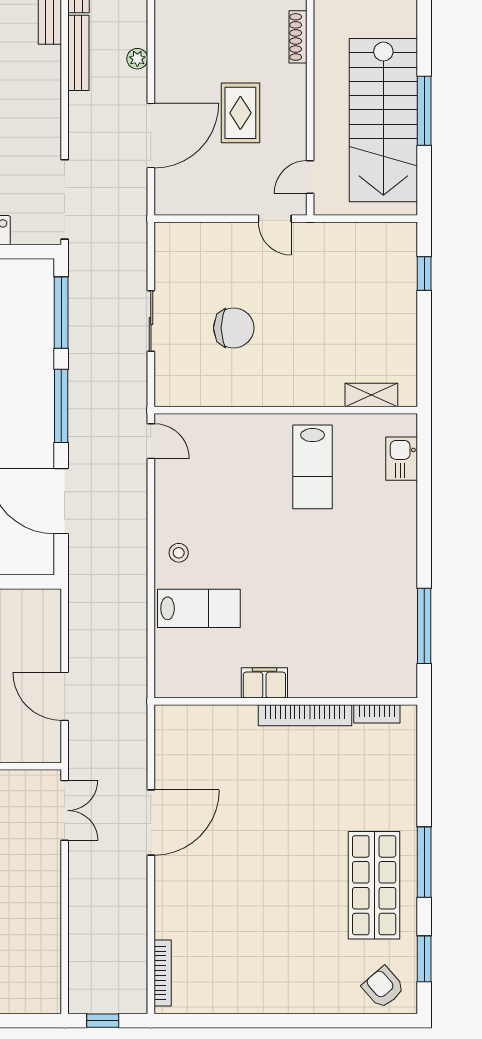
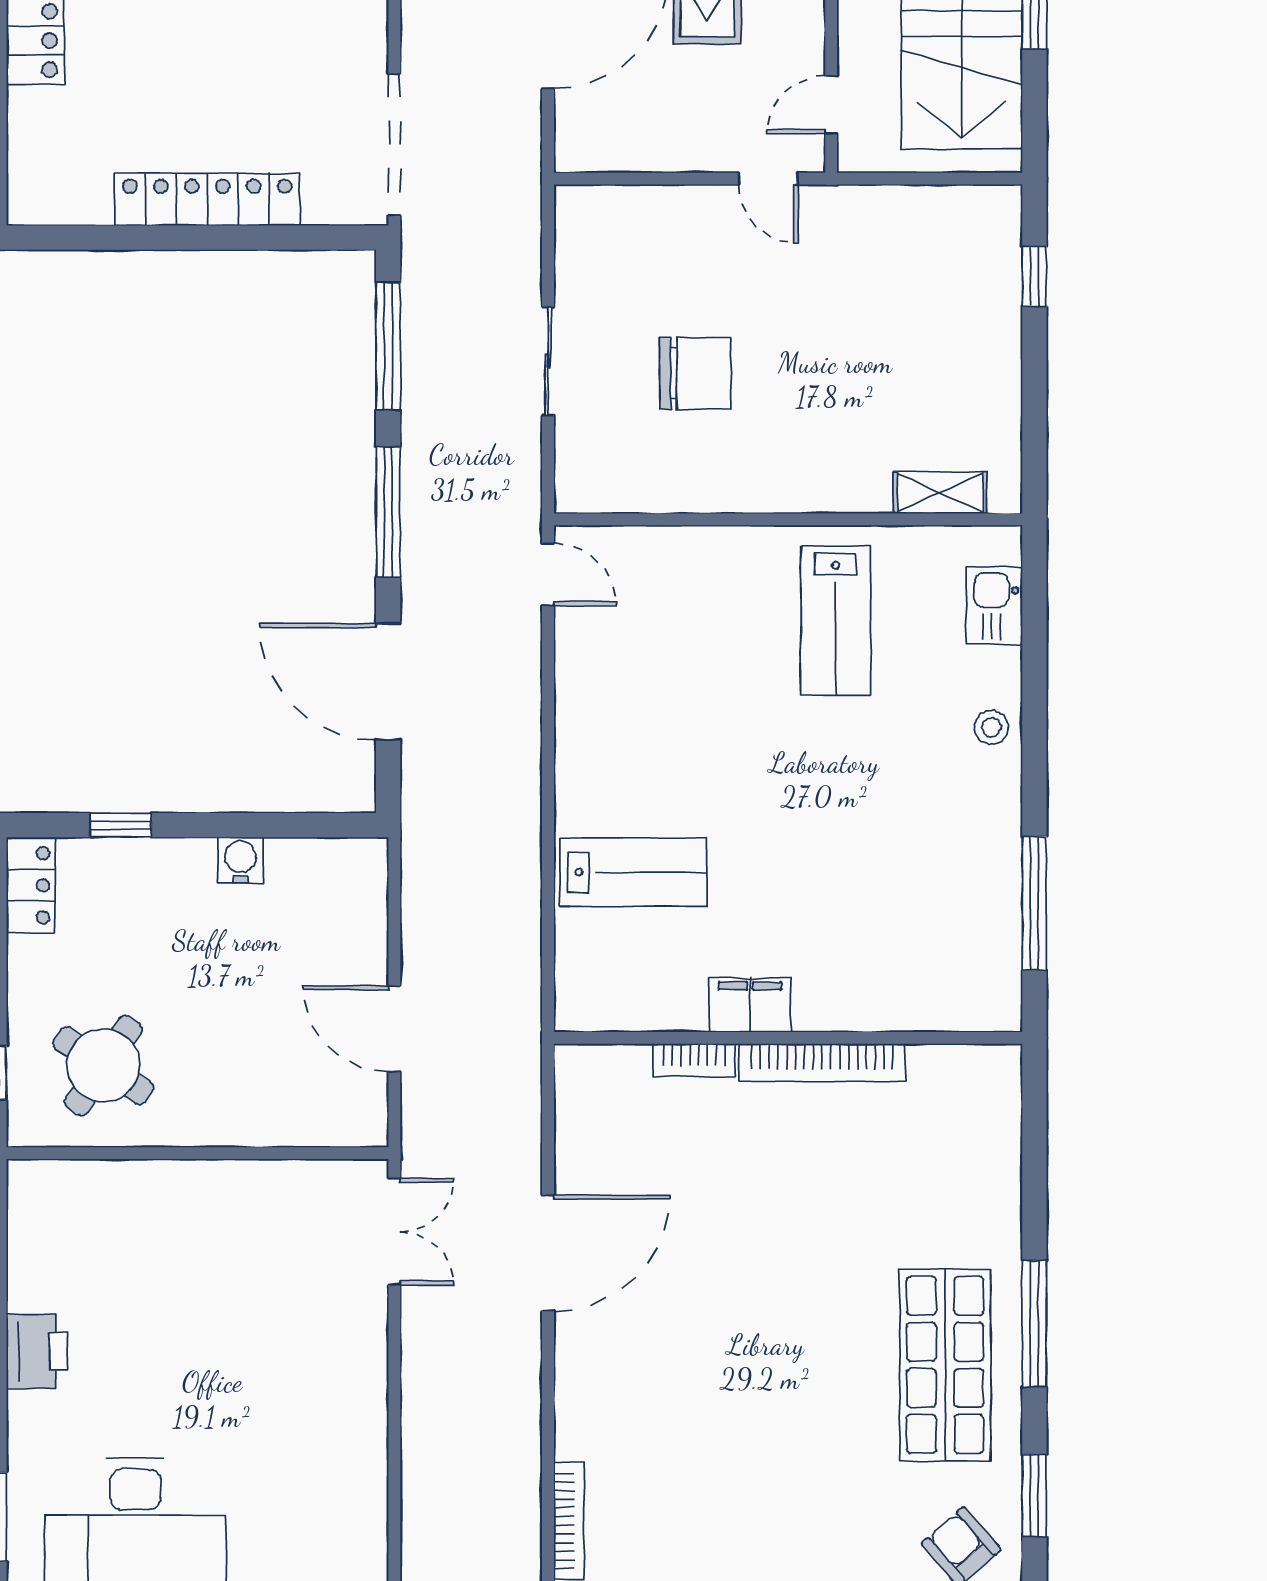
stool: (179, 553) -> (991, 727), moved
bookcase: (377, 714) -> (694, 1060), moved

